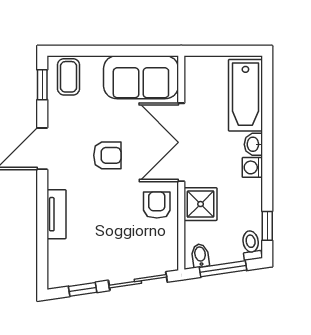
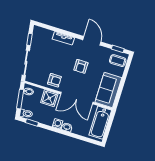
bathtub: (245, 95) -> (100, 123), moved, turned -90
double door: (181, 142) -> (77, 98), swing flipped

